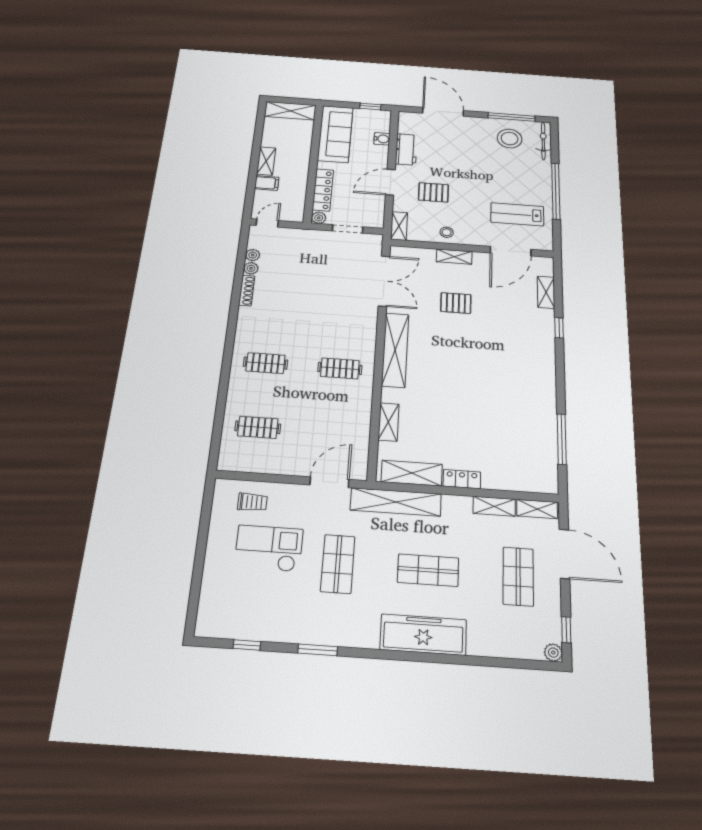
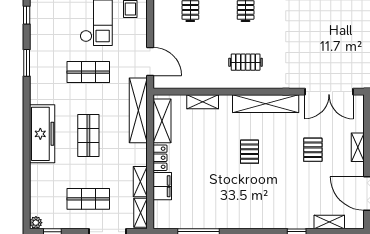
clothes rail: (340, 368) -> (246, 62), turned 90
pallet: (456, 372) -> (249, 152), added
filing cabinet: (501, 479) -> (162, 186), added

